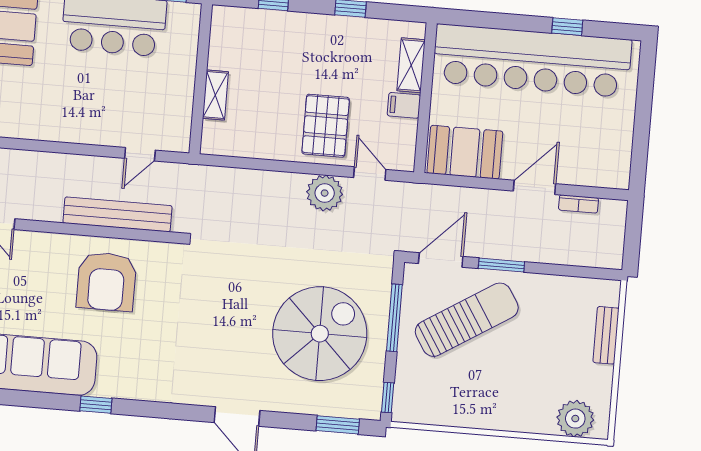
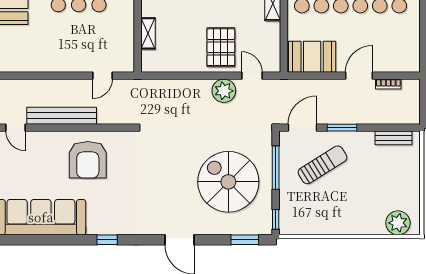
filing cabinet: (404, 105) -> (270, 30), removed
bench: (117, 214) -> (62, 116), moved
sun lounger: (467, 320) -> (322, 165), width x0.73, depth x0.75
spiral stairs: (320, 334) -> (228, 182), turned -90
bench: (606, 335) -> (394, 138), moved, turned 90
window: (96, 405) -> (107, 240), moved

